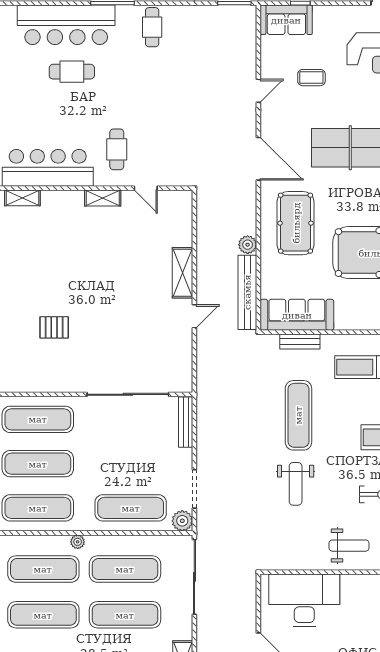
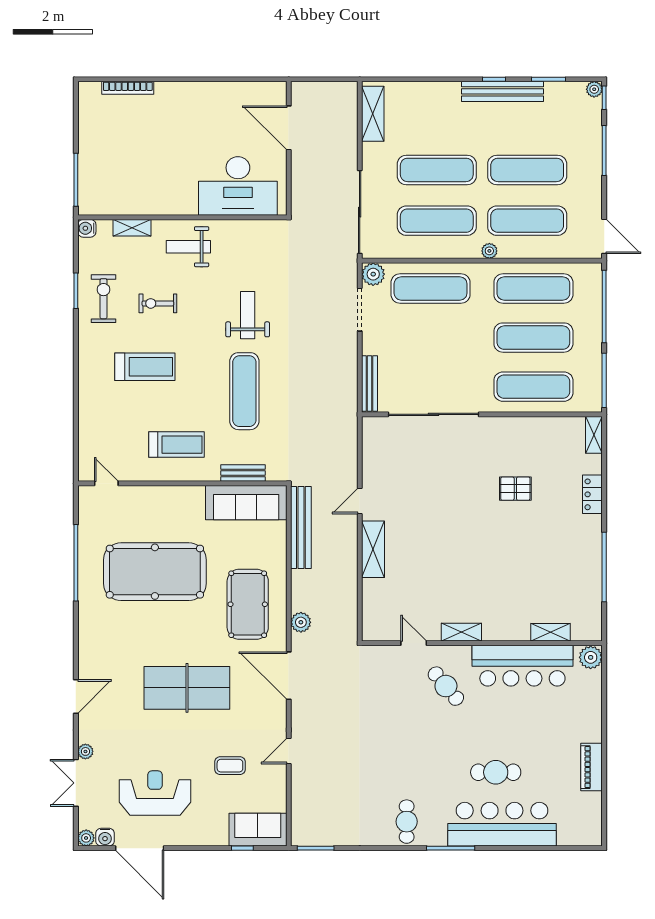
cafe table: (117, 149) -> (446, 686), turned -40
plant: (248, 245) -> (301, 622), moved

